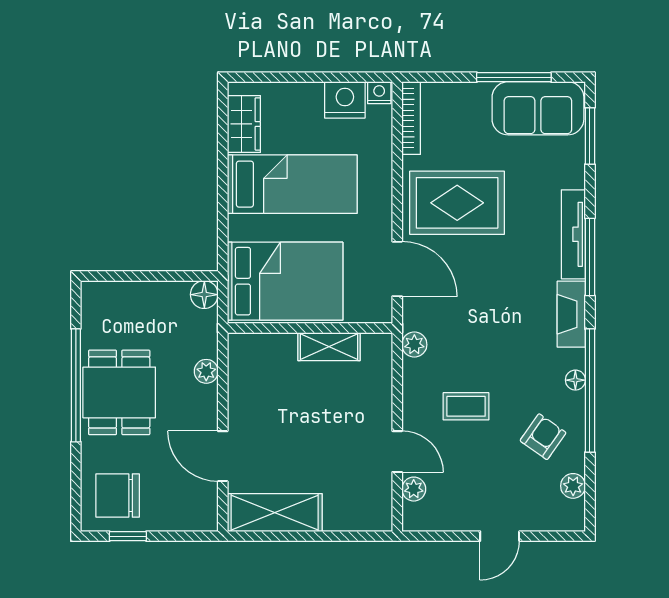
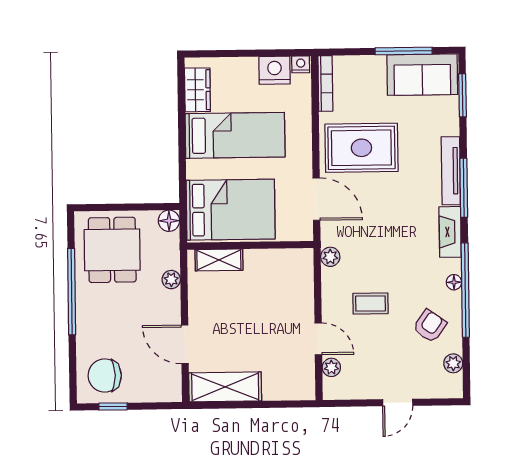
shelving: (329, 347) -> (219, 260), moved
dining table: (119, 392) -> (112, 250), moved

